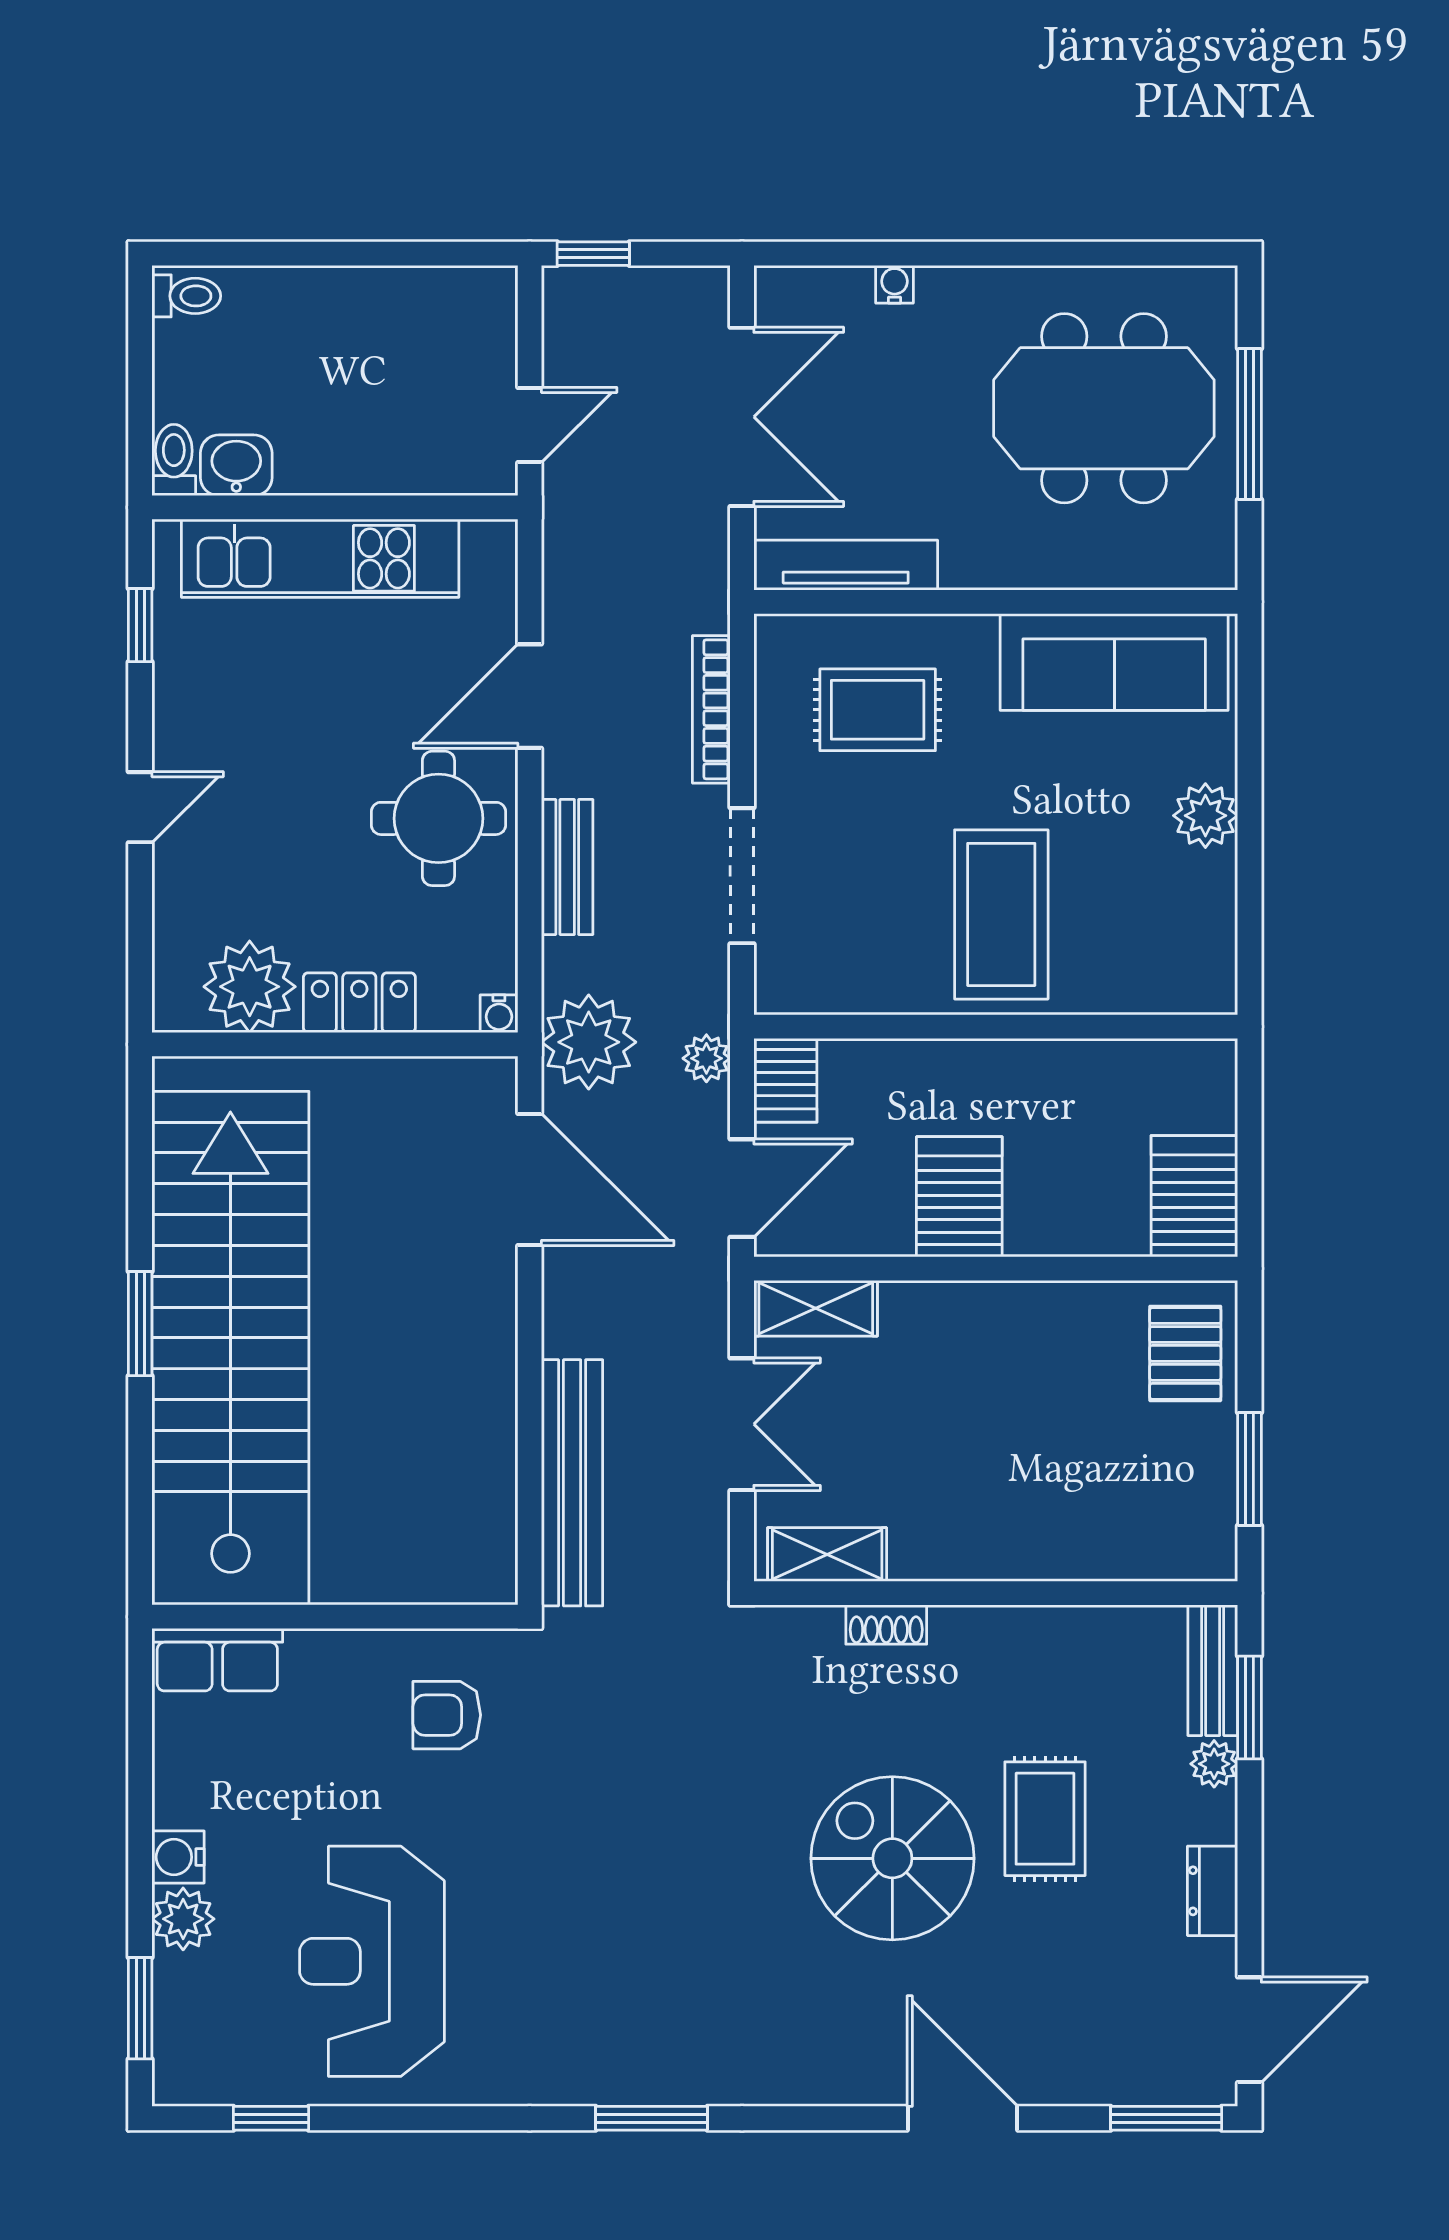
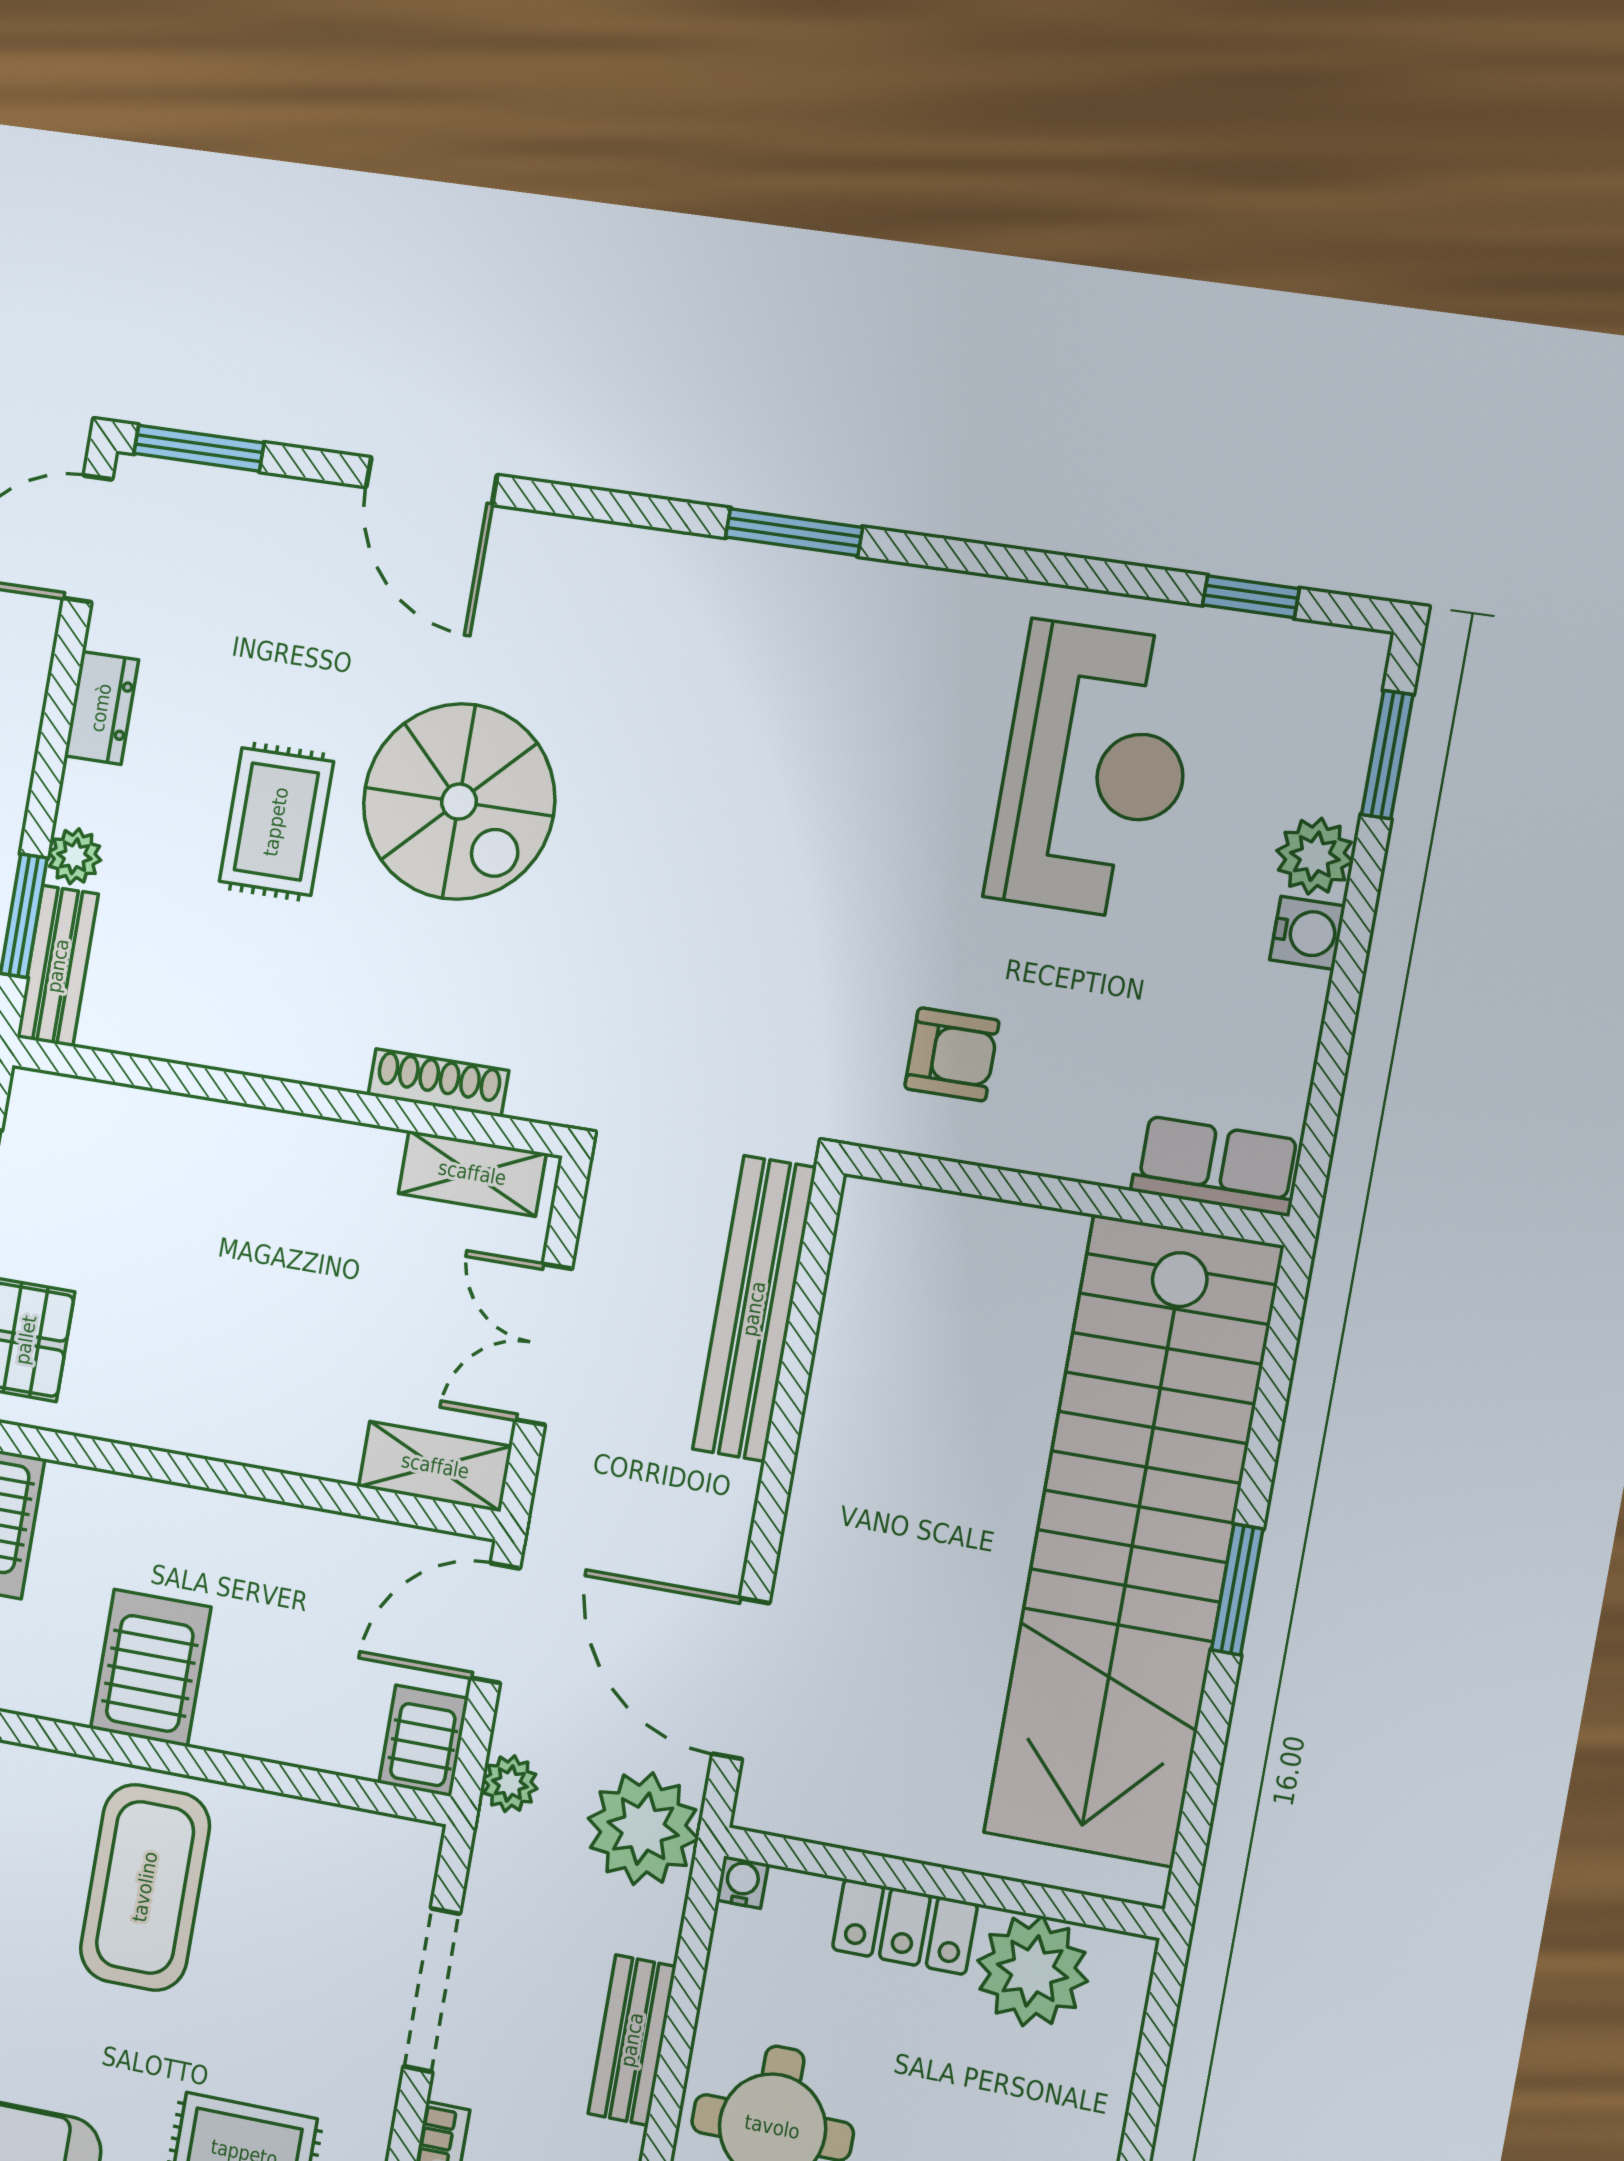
server rack: (959, 1197) -> (151, 1668), moved, turned 180
shoe rack: (886, 1625) -> (438, 1083), width x1.43

